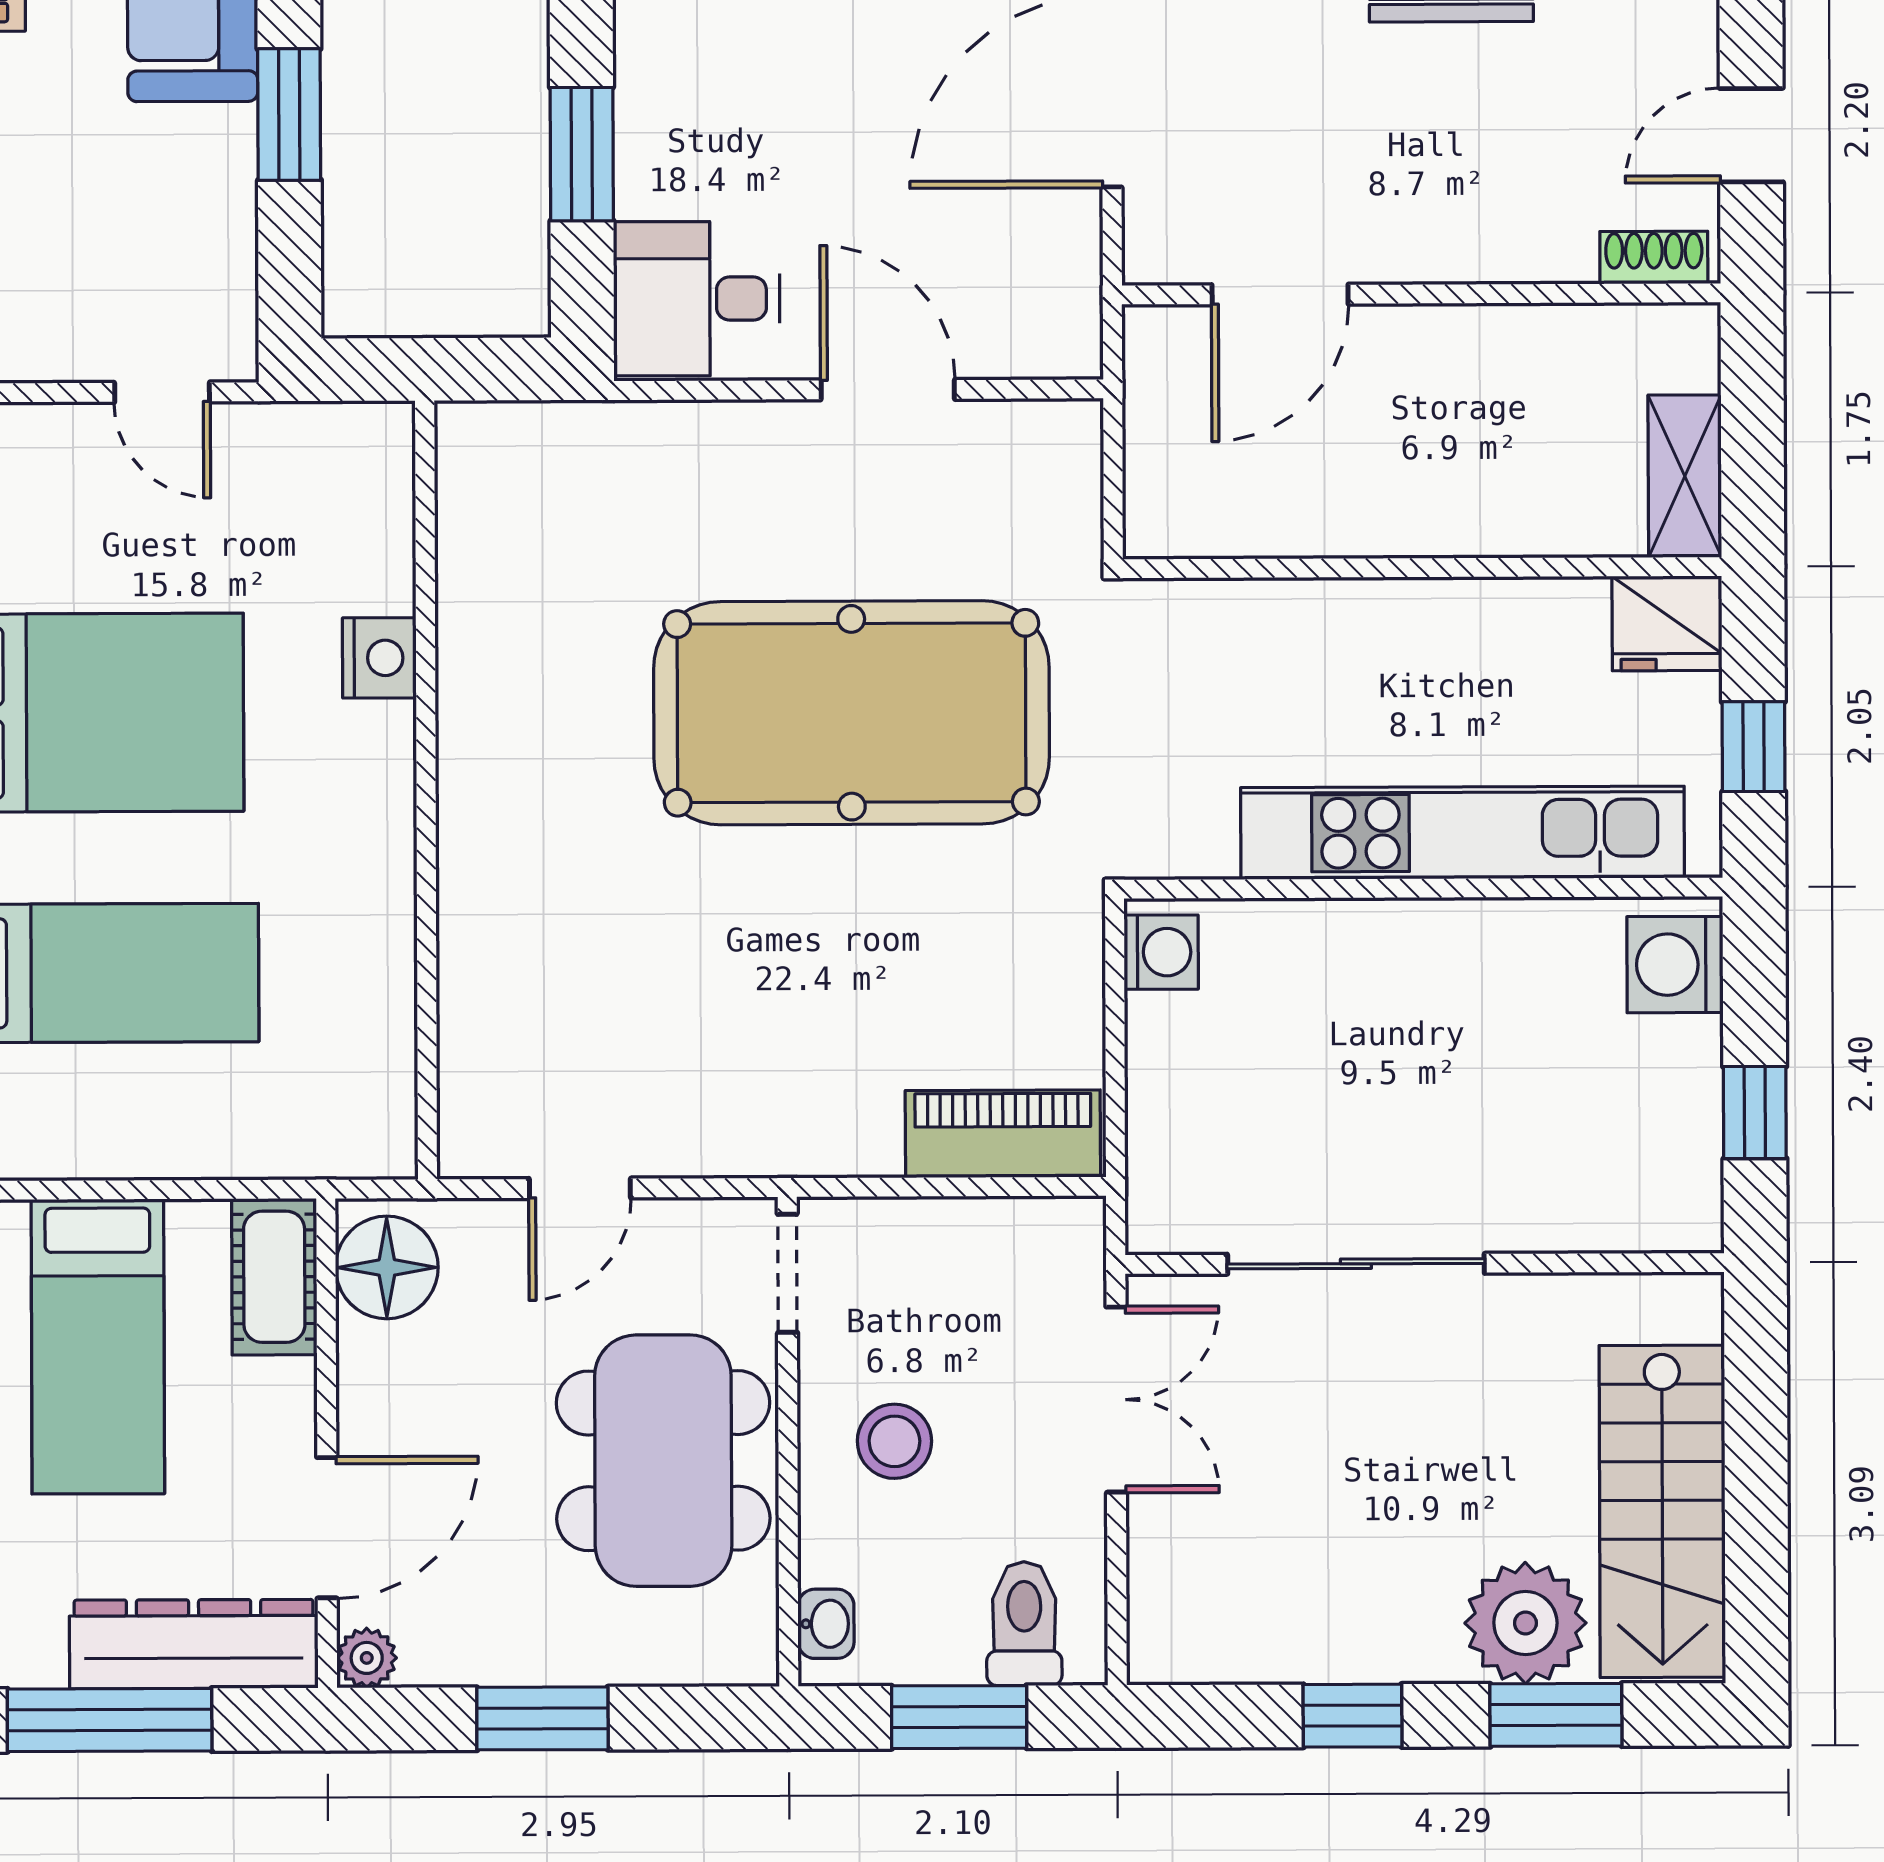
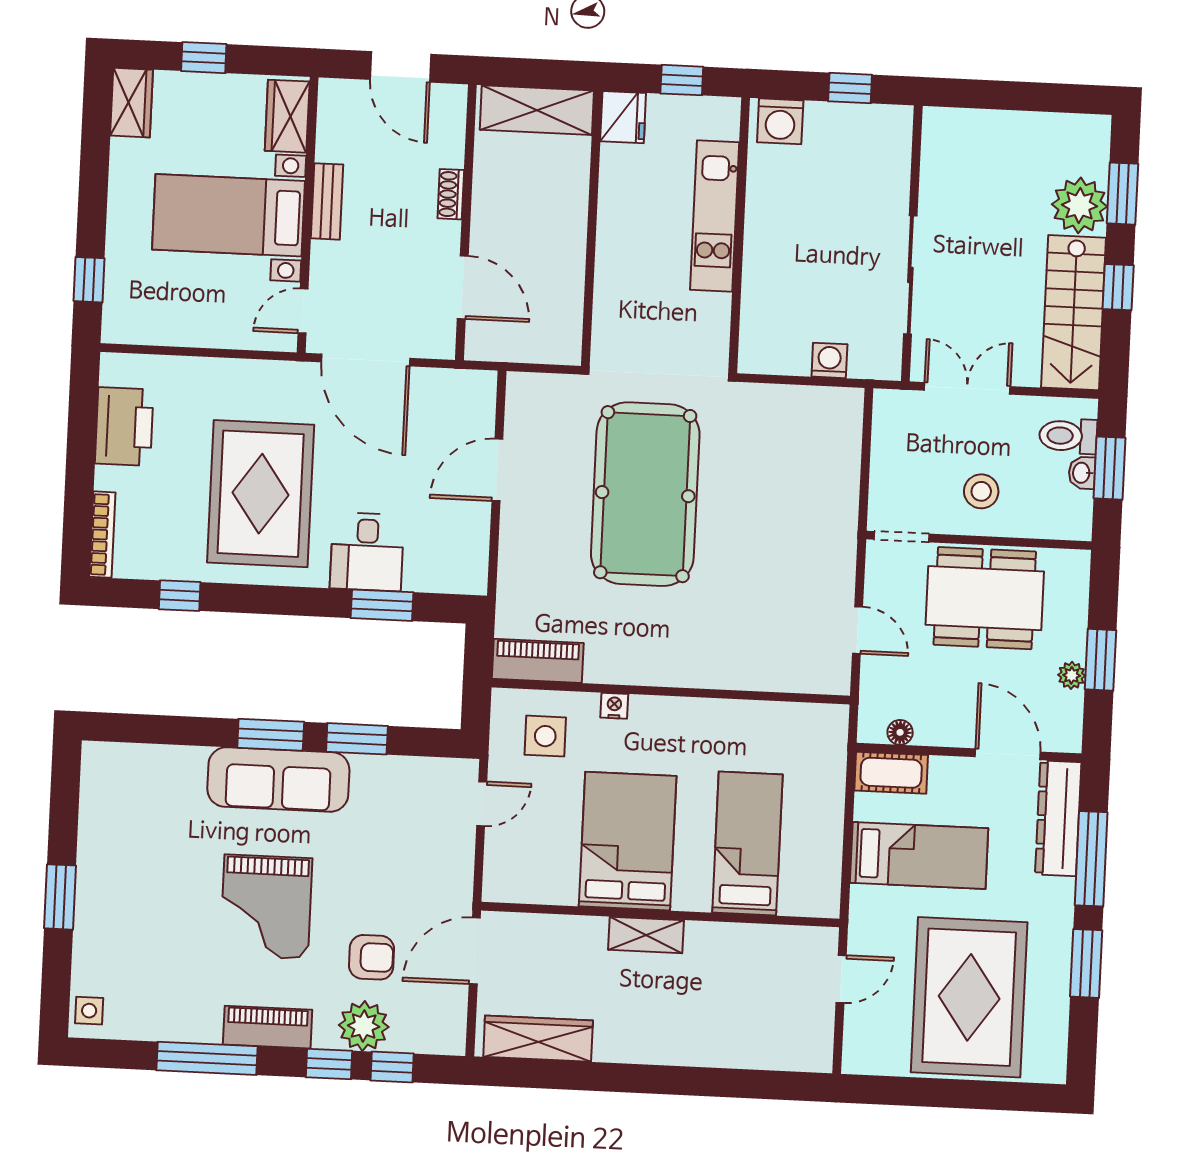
door: (1751, 135) -> (401, 67), width x1.38
shoe rack: (1654, 258) -> (451, 194), moved
desk: (697, 299) -> (367, 552), moved
shelving: (1685, 476) -> (537, 110), width x1.50, depth x1.33
side table: (316, 523) -> (545, 736), added
nightstand: (379, 658) -> (614, 706), width x0.72, depth x0.74
kitchen unit: (1463, 833) -> (715, 216), width x0.73
washing machine: (1161, 952) -> (829, 360), moved
piano: (1003, 1134) -> (538, 661), moved, turned 90
floor lamp: (387, 1267) -> (900, 732), width x0.53, depth x0.53
stairs: (1662, 1511) -> (1074, 313), moved, turned 90
washbasin: (826, 1624) -> (1082, 473), moved, turned -90
plant: (367, 1658) -> (1072, 675), moved

